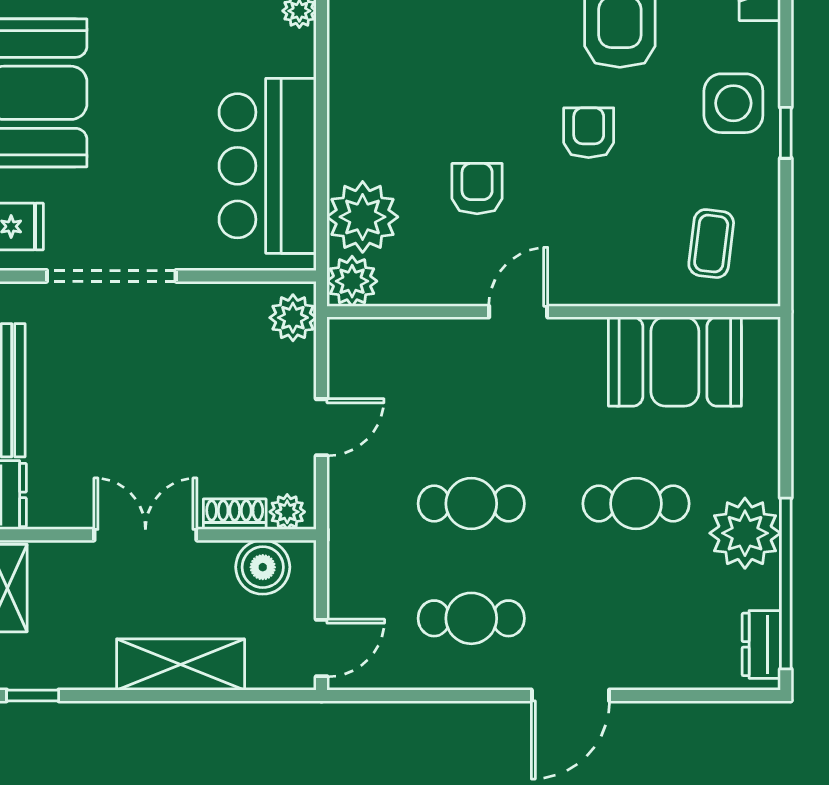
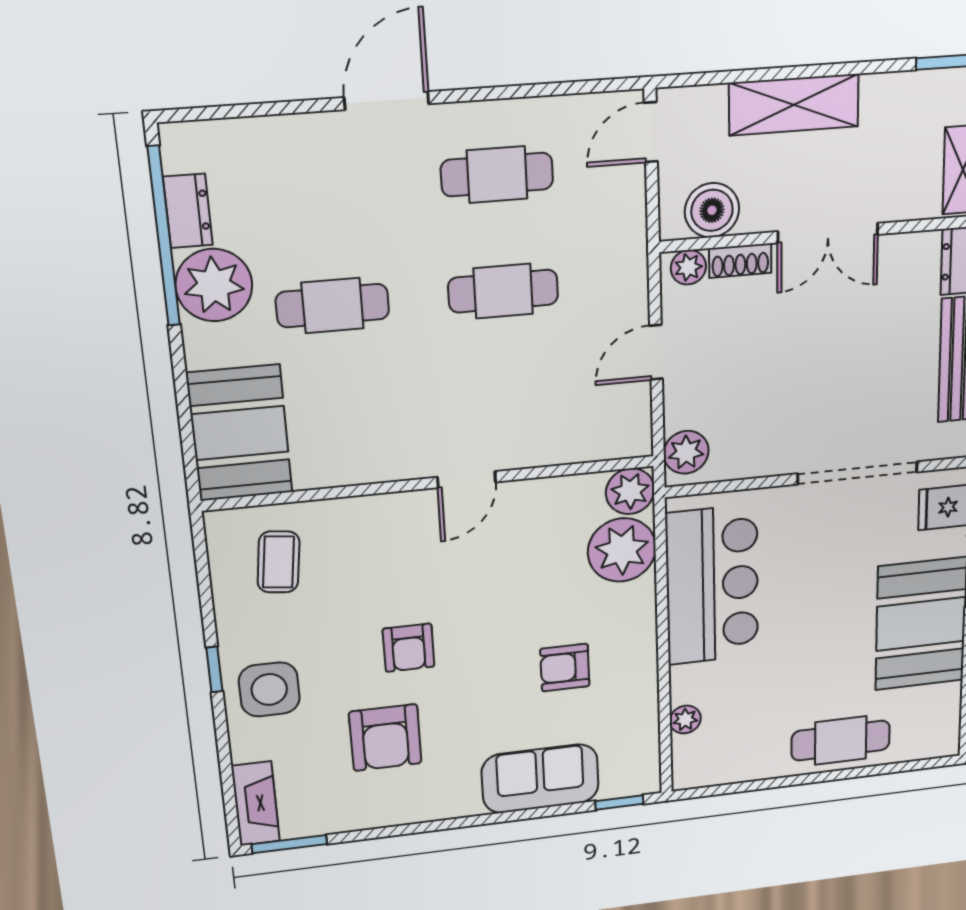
armchair: (477, 189) -> (565, 668), moved, turned 90
booth: (675, 362) -> (240, 433), moved, turned 90
dresser: (761, 644) -> (188, 211), moved

